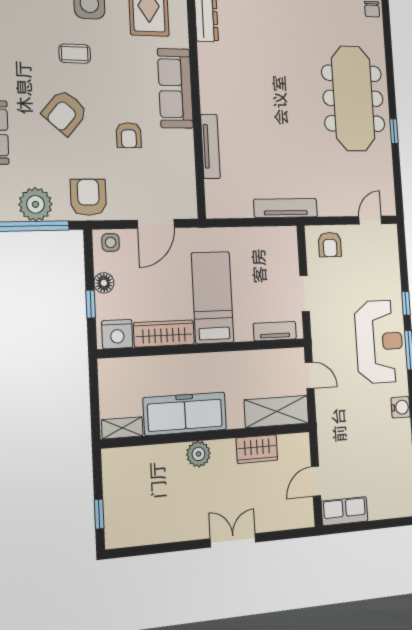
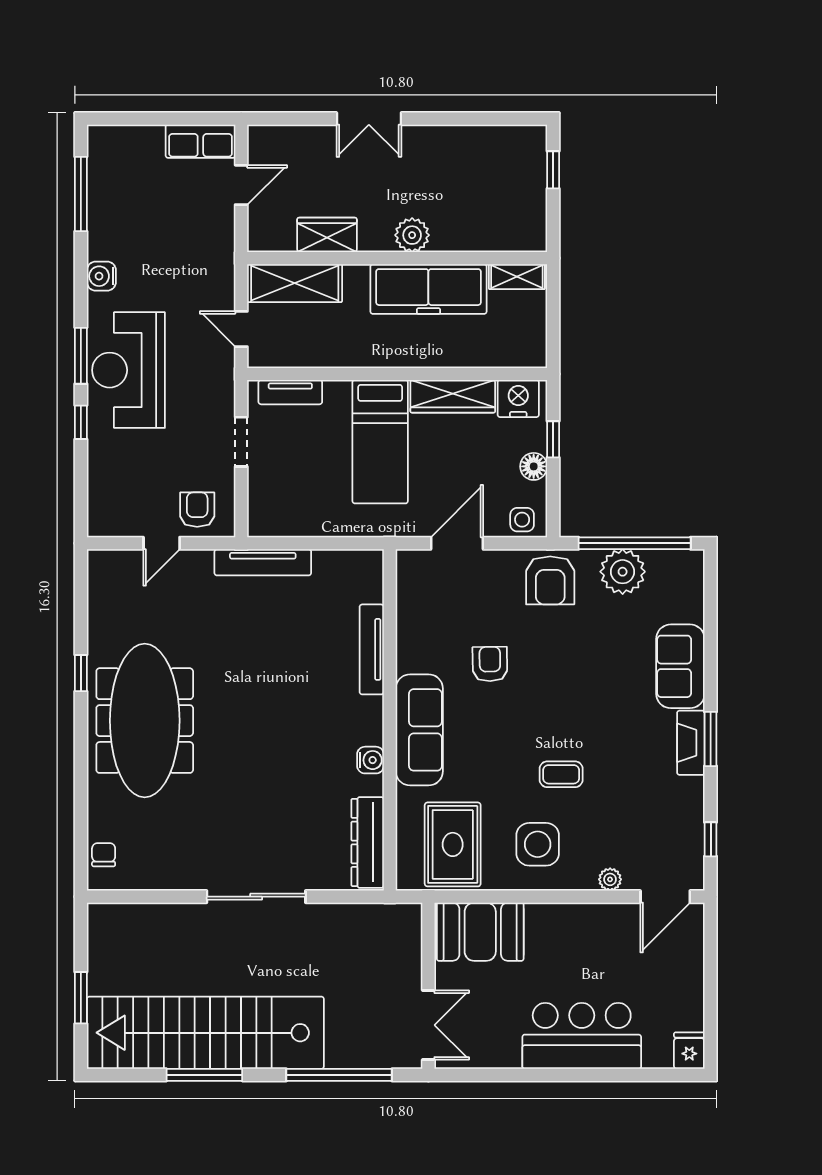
water cooler: (207, 68) -> (370, 760), added
armchair: (65, 112) -> (578, 694), removed
door: (370, 220) -> (162, 543), moved

